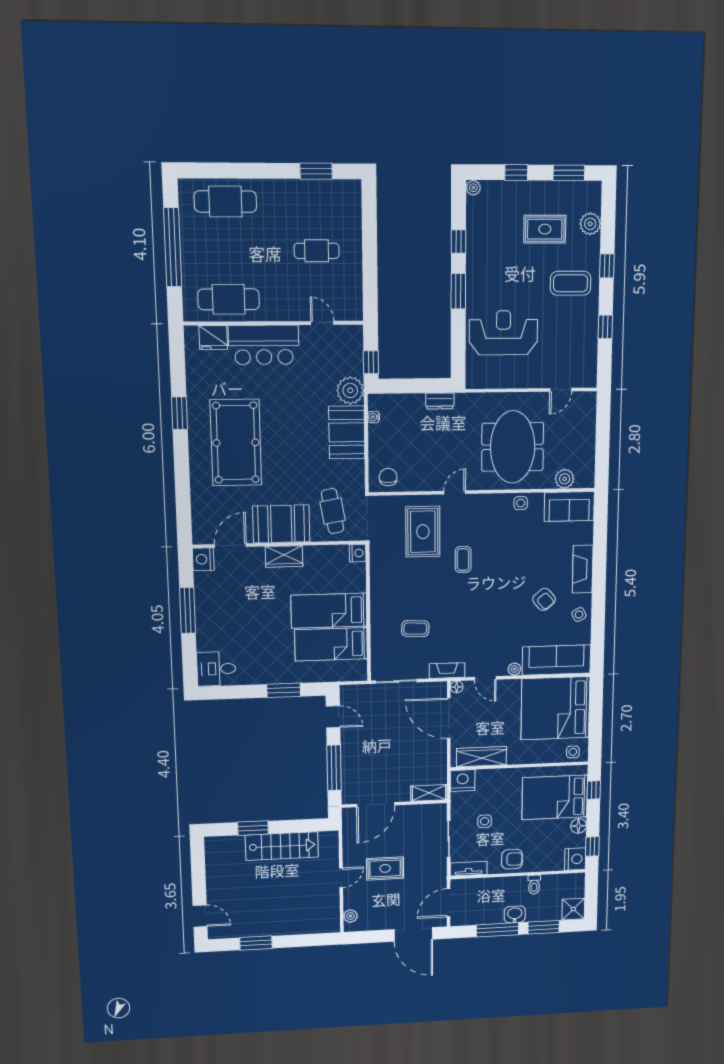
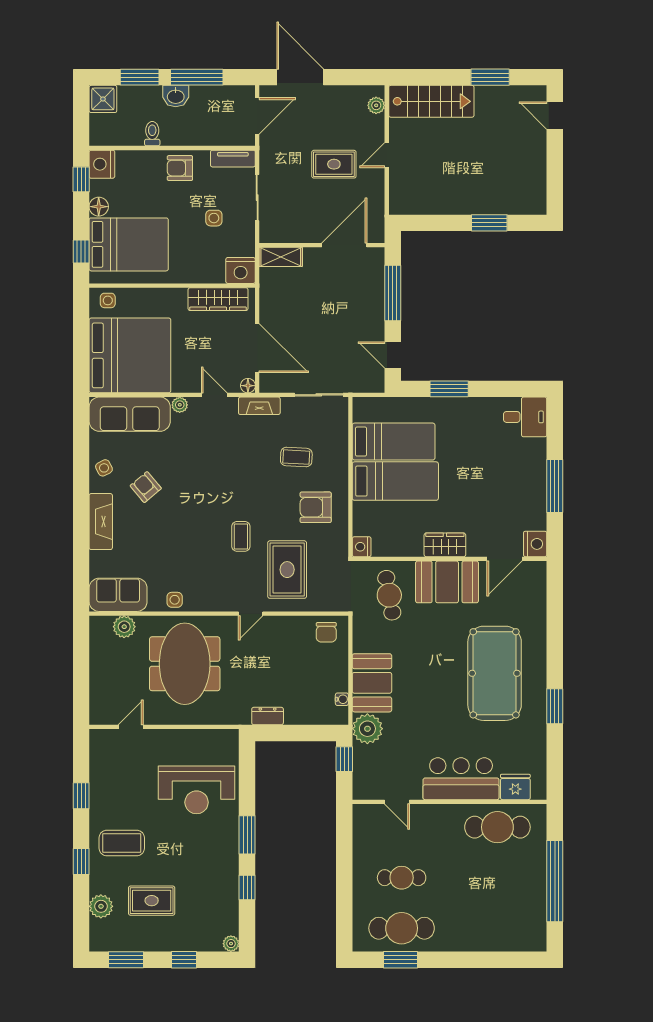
cafe table: (225, 202) -> (402, 928), moved
armchair: (398, 586) -> (316, 507), added
stairs: (282, 846) -> (431, 101), moved, turned 180

